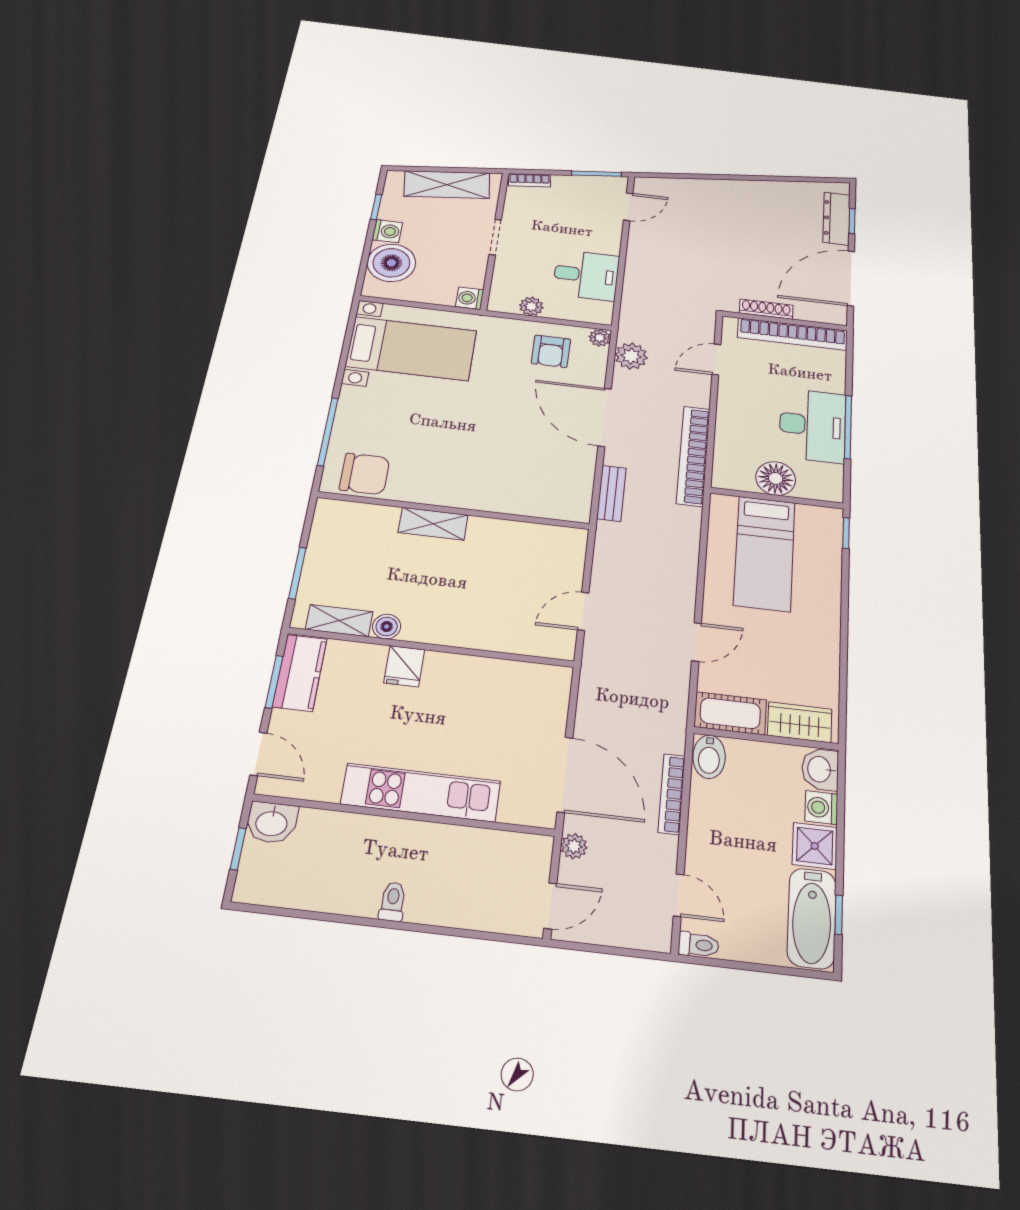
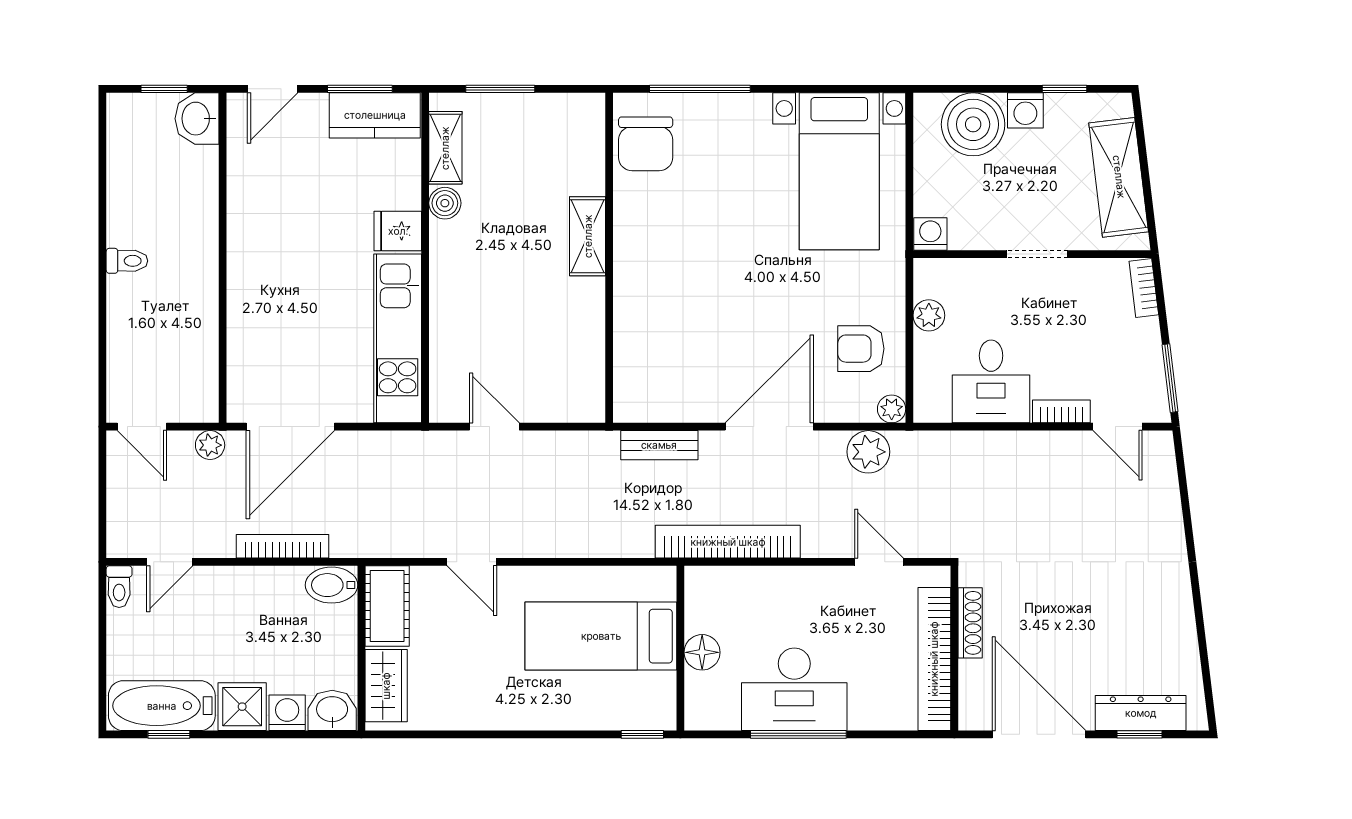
bookcase: (613, 237) -> (1061, 411), added
floor lamp: (776, 478) -> (702, 652), width x0.73, depth x0.73
kitchen unit: (421, 793) -> (398, 338), moved, turned 180

